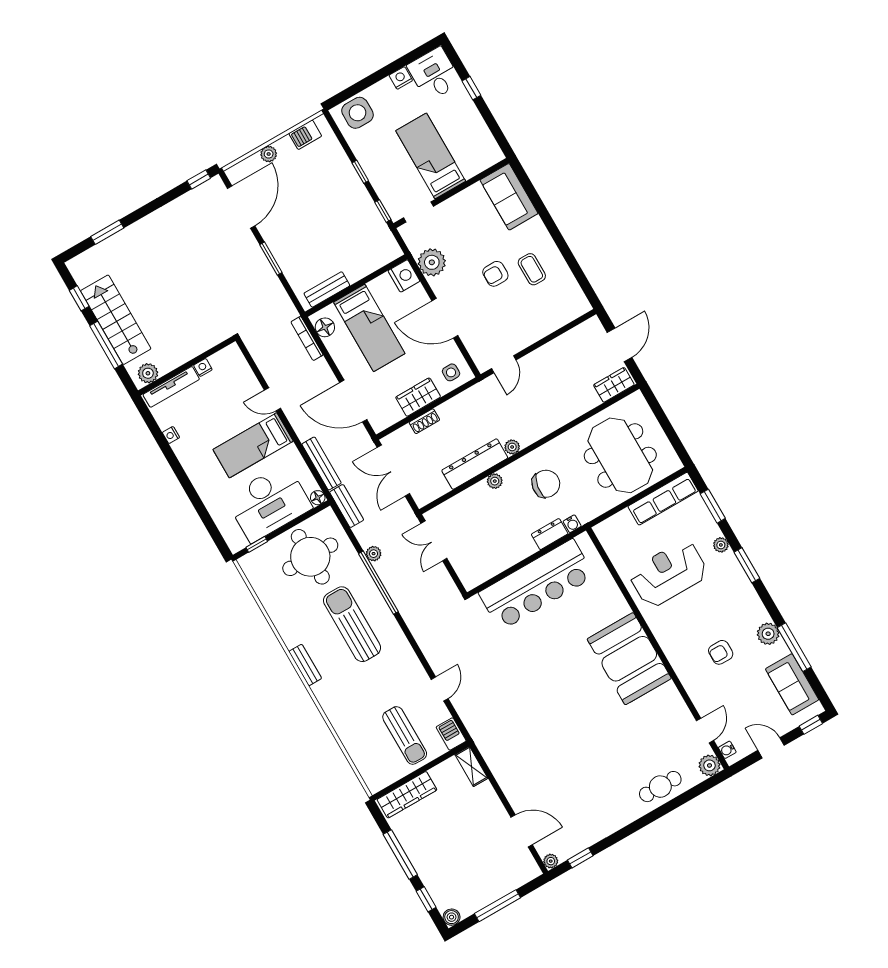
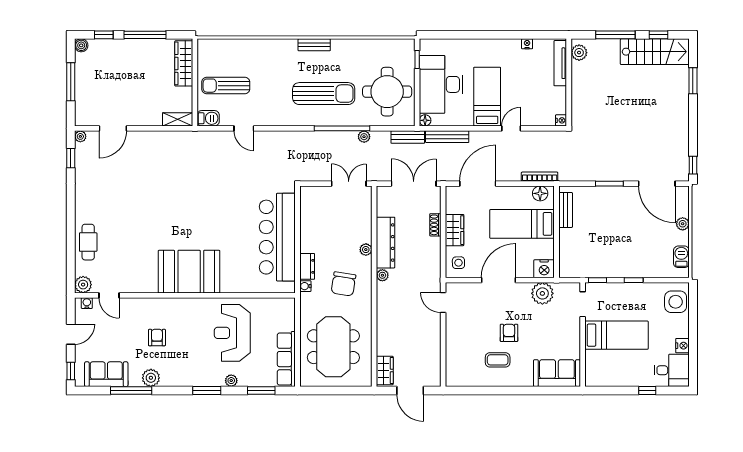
stairs: (116, 320) -> (655, 52), moved
nightstand: (203, 367) -> (561, 120), moved
meeting table: (620, 455) -> (333, 347), turned 90
reception desk: (668, 574) -> (232, 333), turned 180

